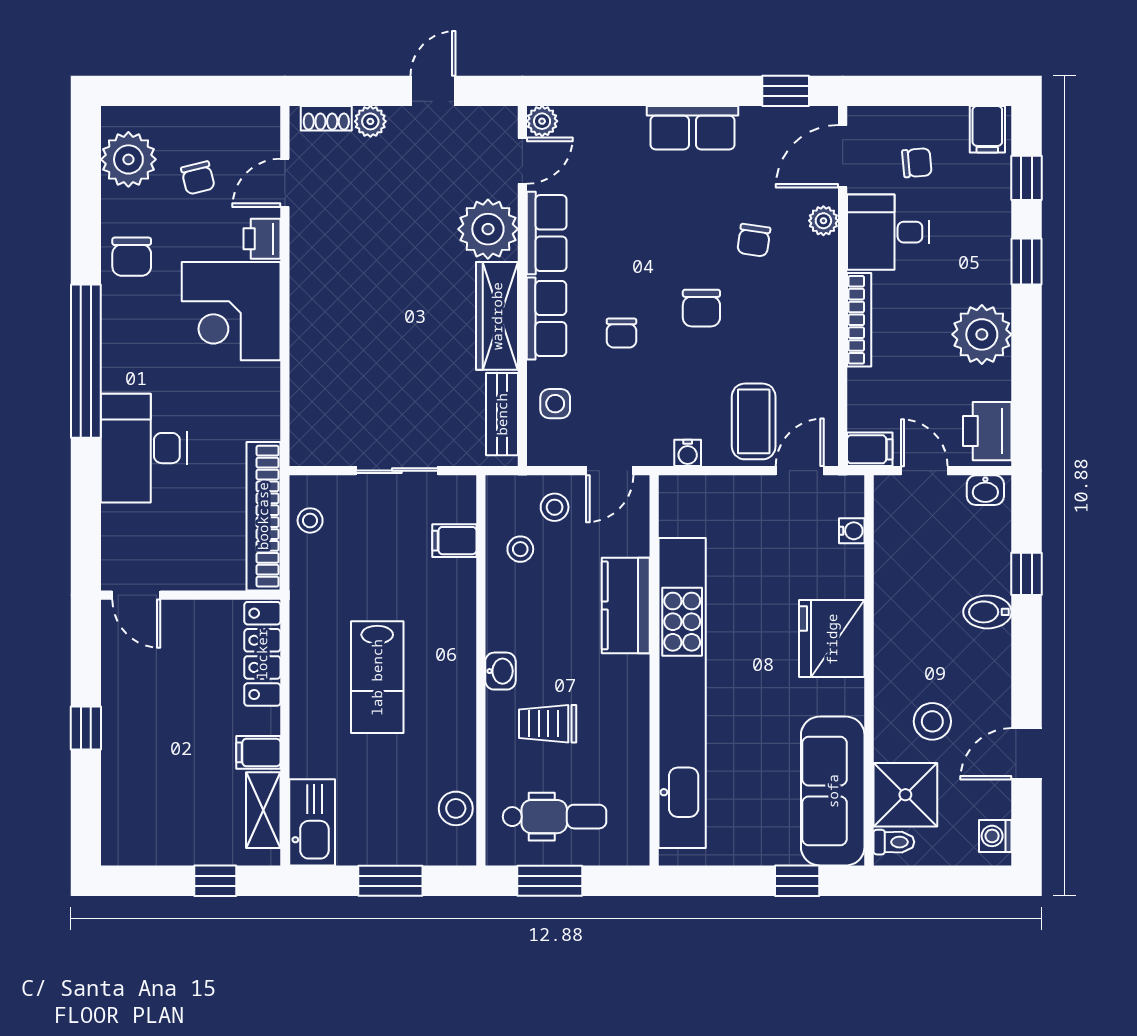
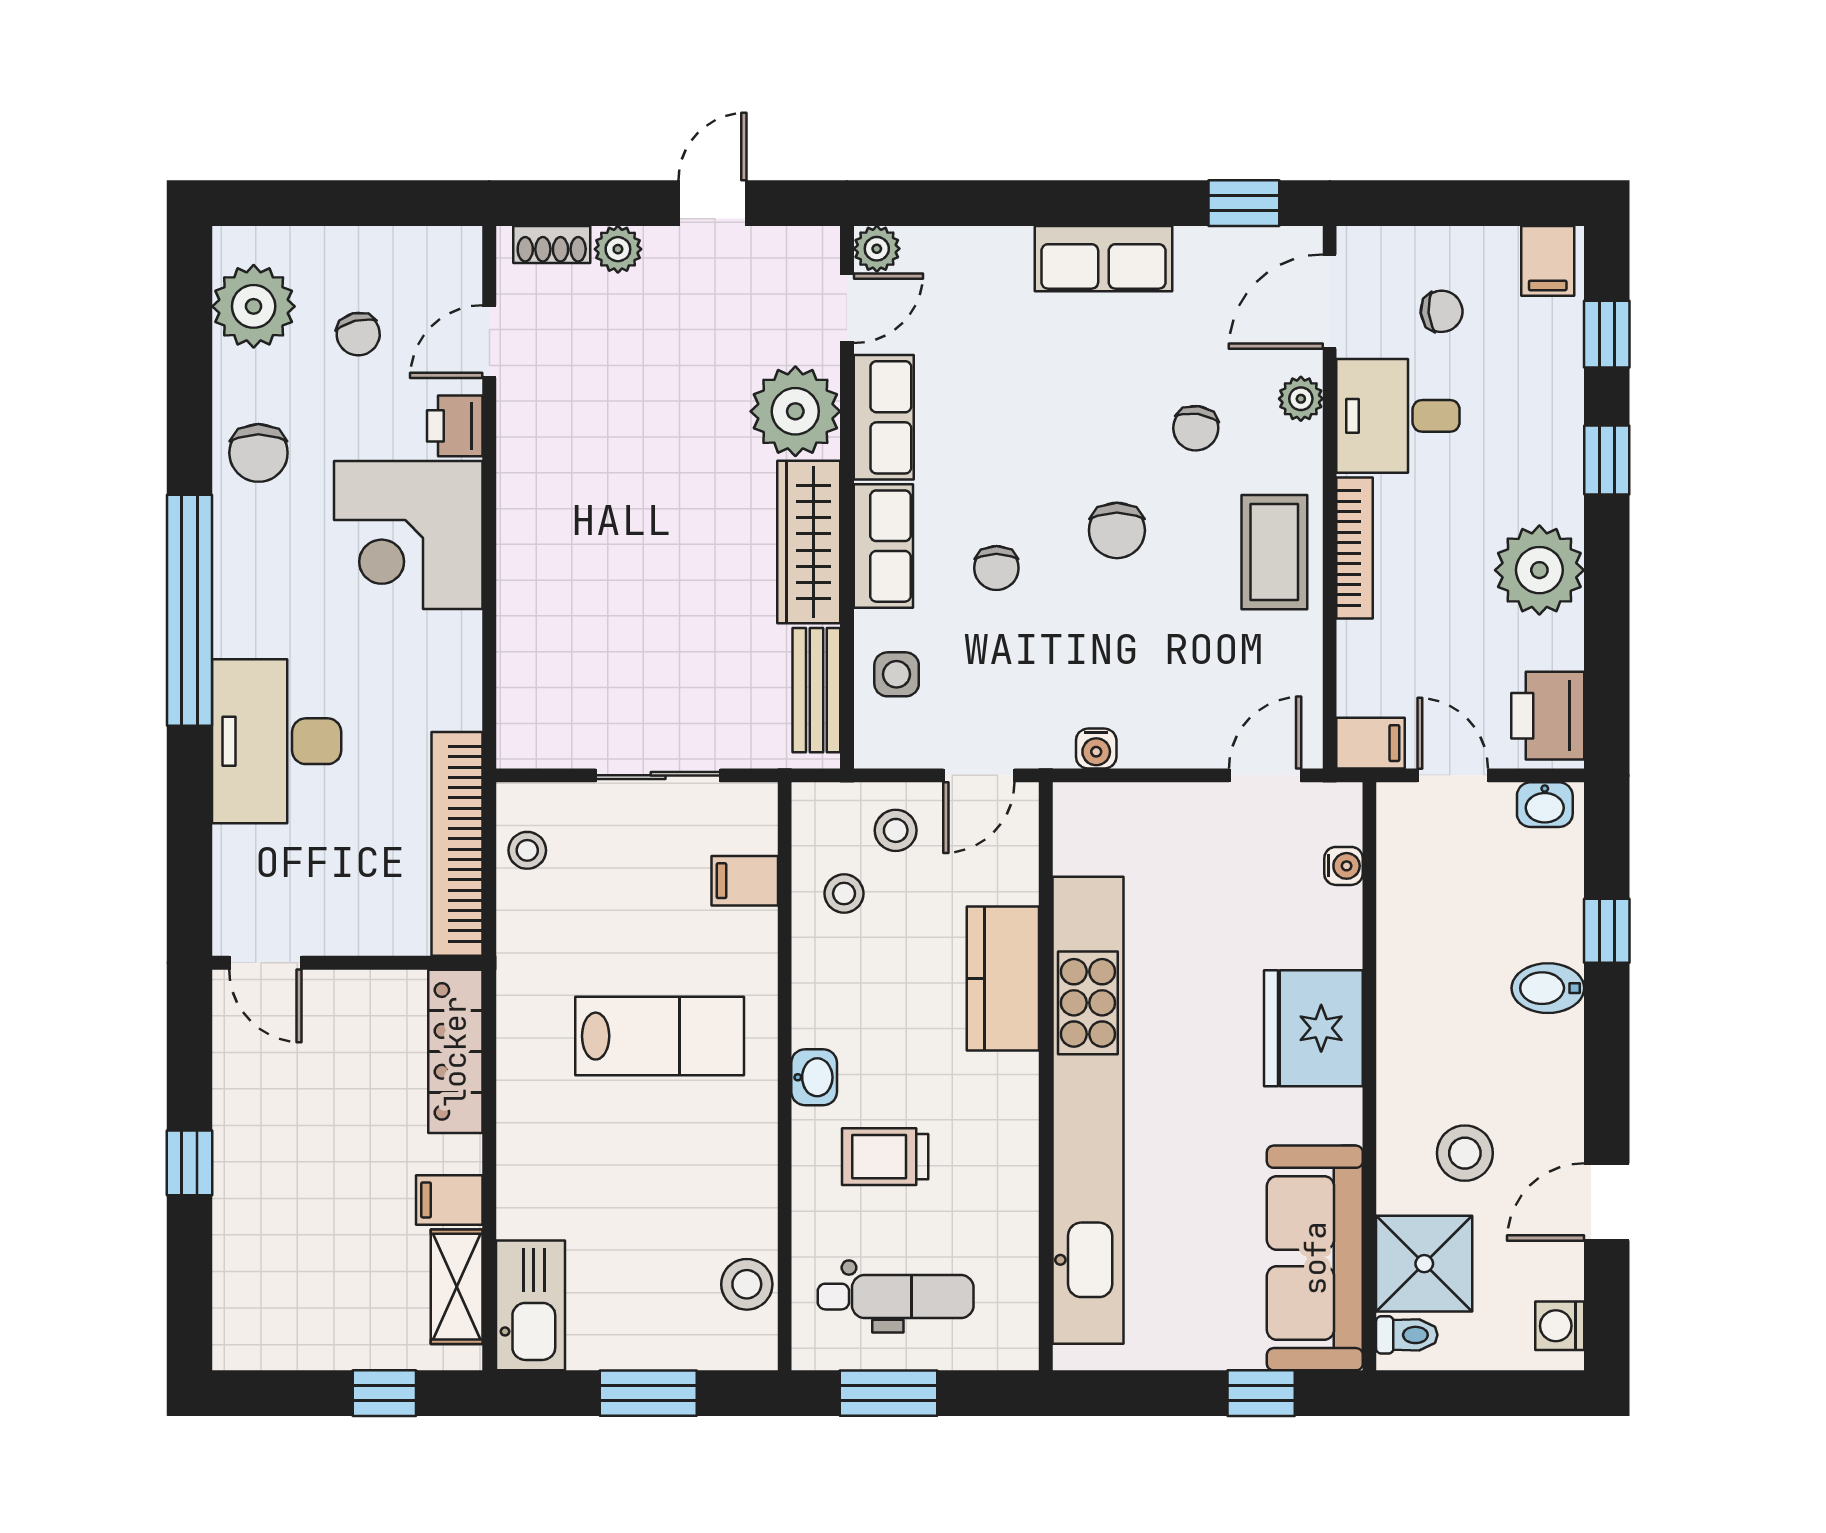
coffee table: (754, 421) -> (1274, 552), moved
lab bench: (377, 677) -> (660, 1036), moved, turned -90

